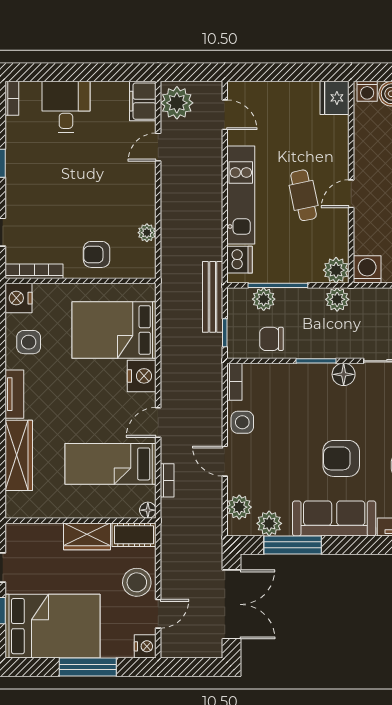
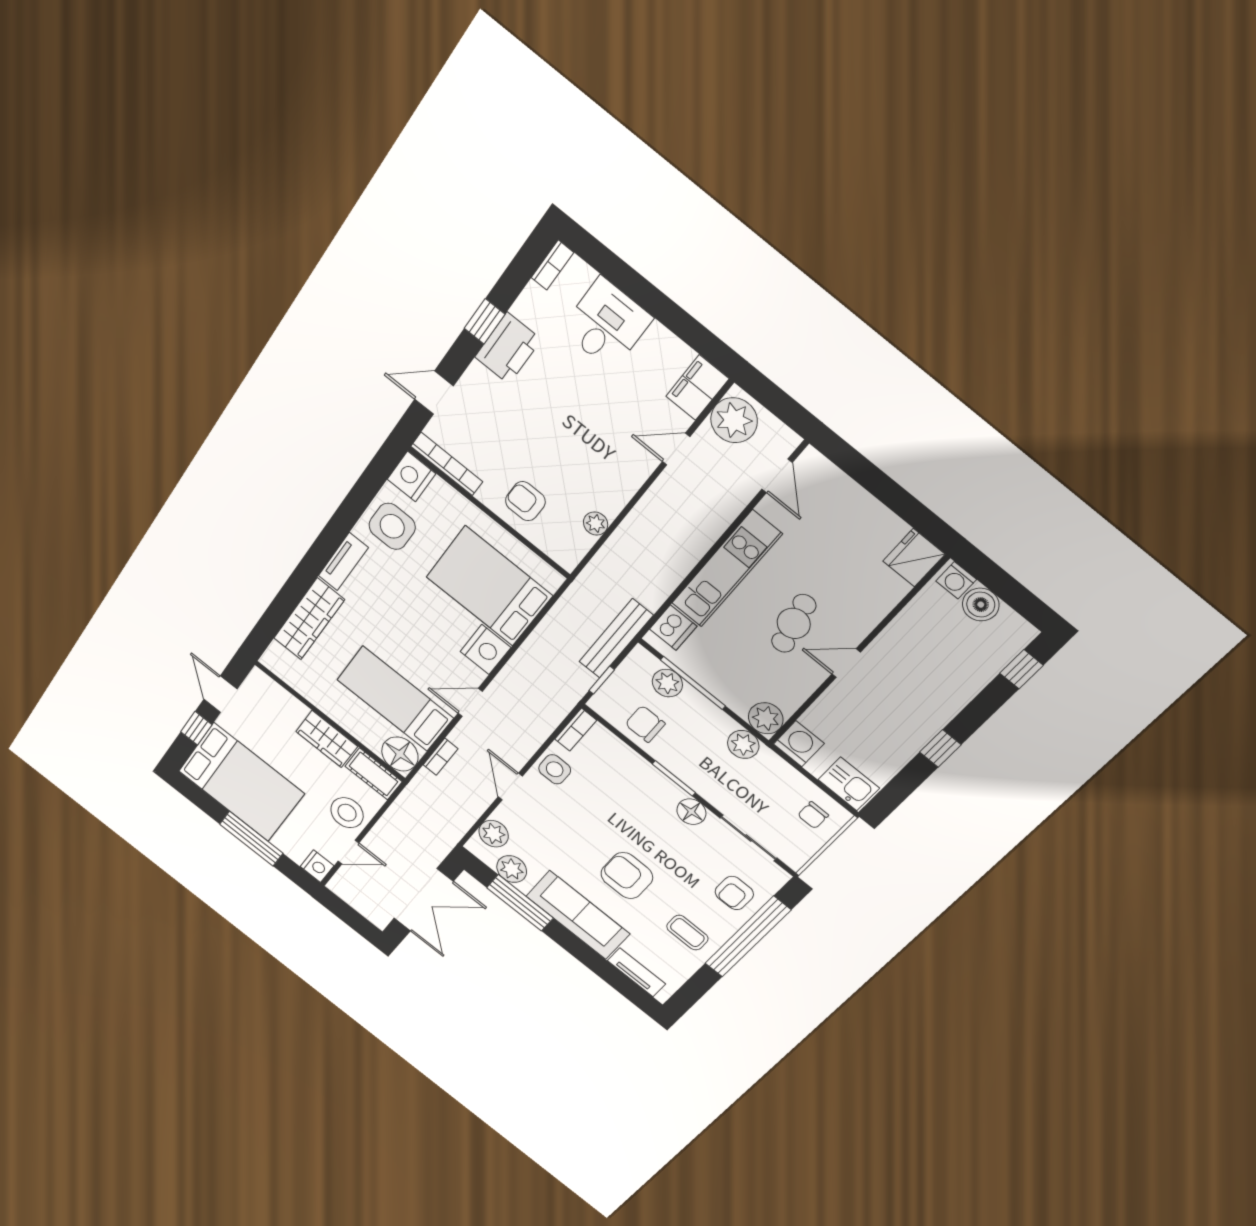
printer: (21, 168) -> (508, 348), added
side table: (29, 342) -> (392, 526), width x1.37, depth x1.37
floor lamp: (148, 510) -> (400, 754), width x1.89, depth x1.89

